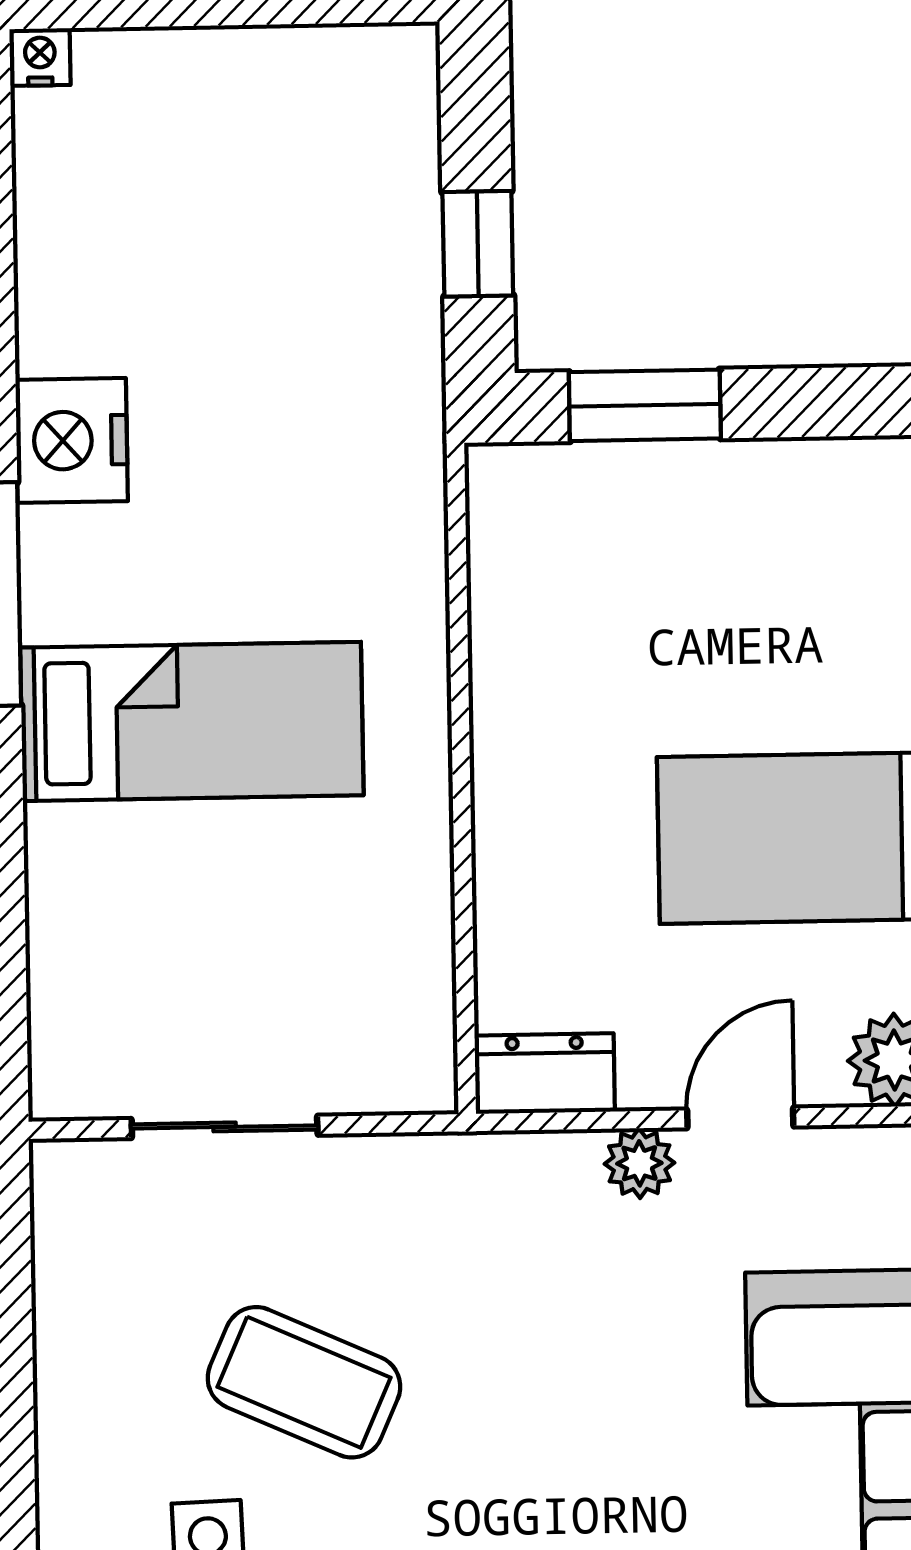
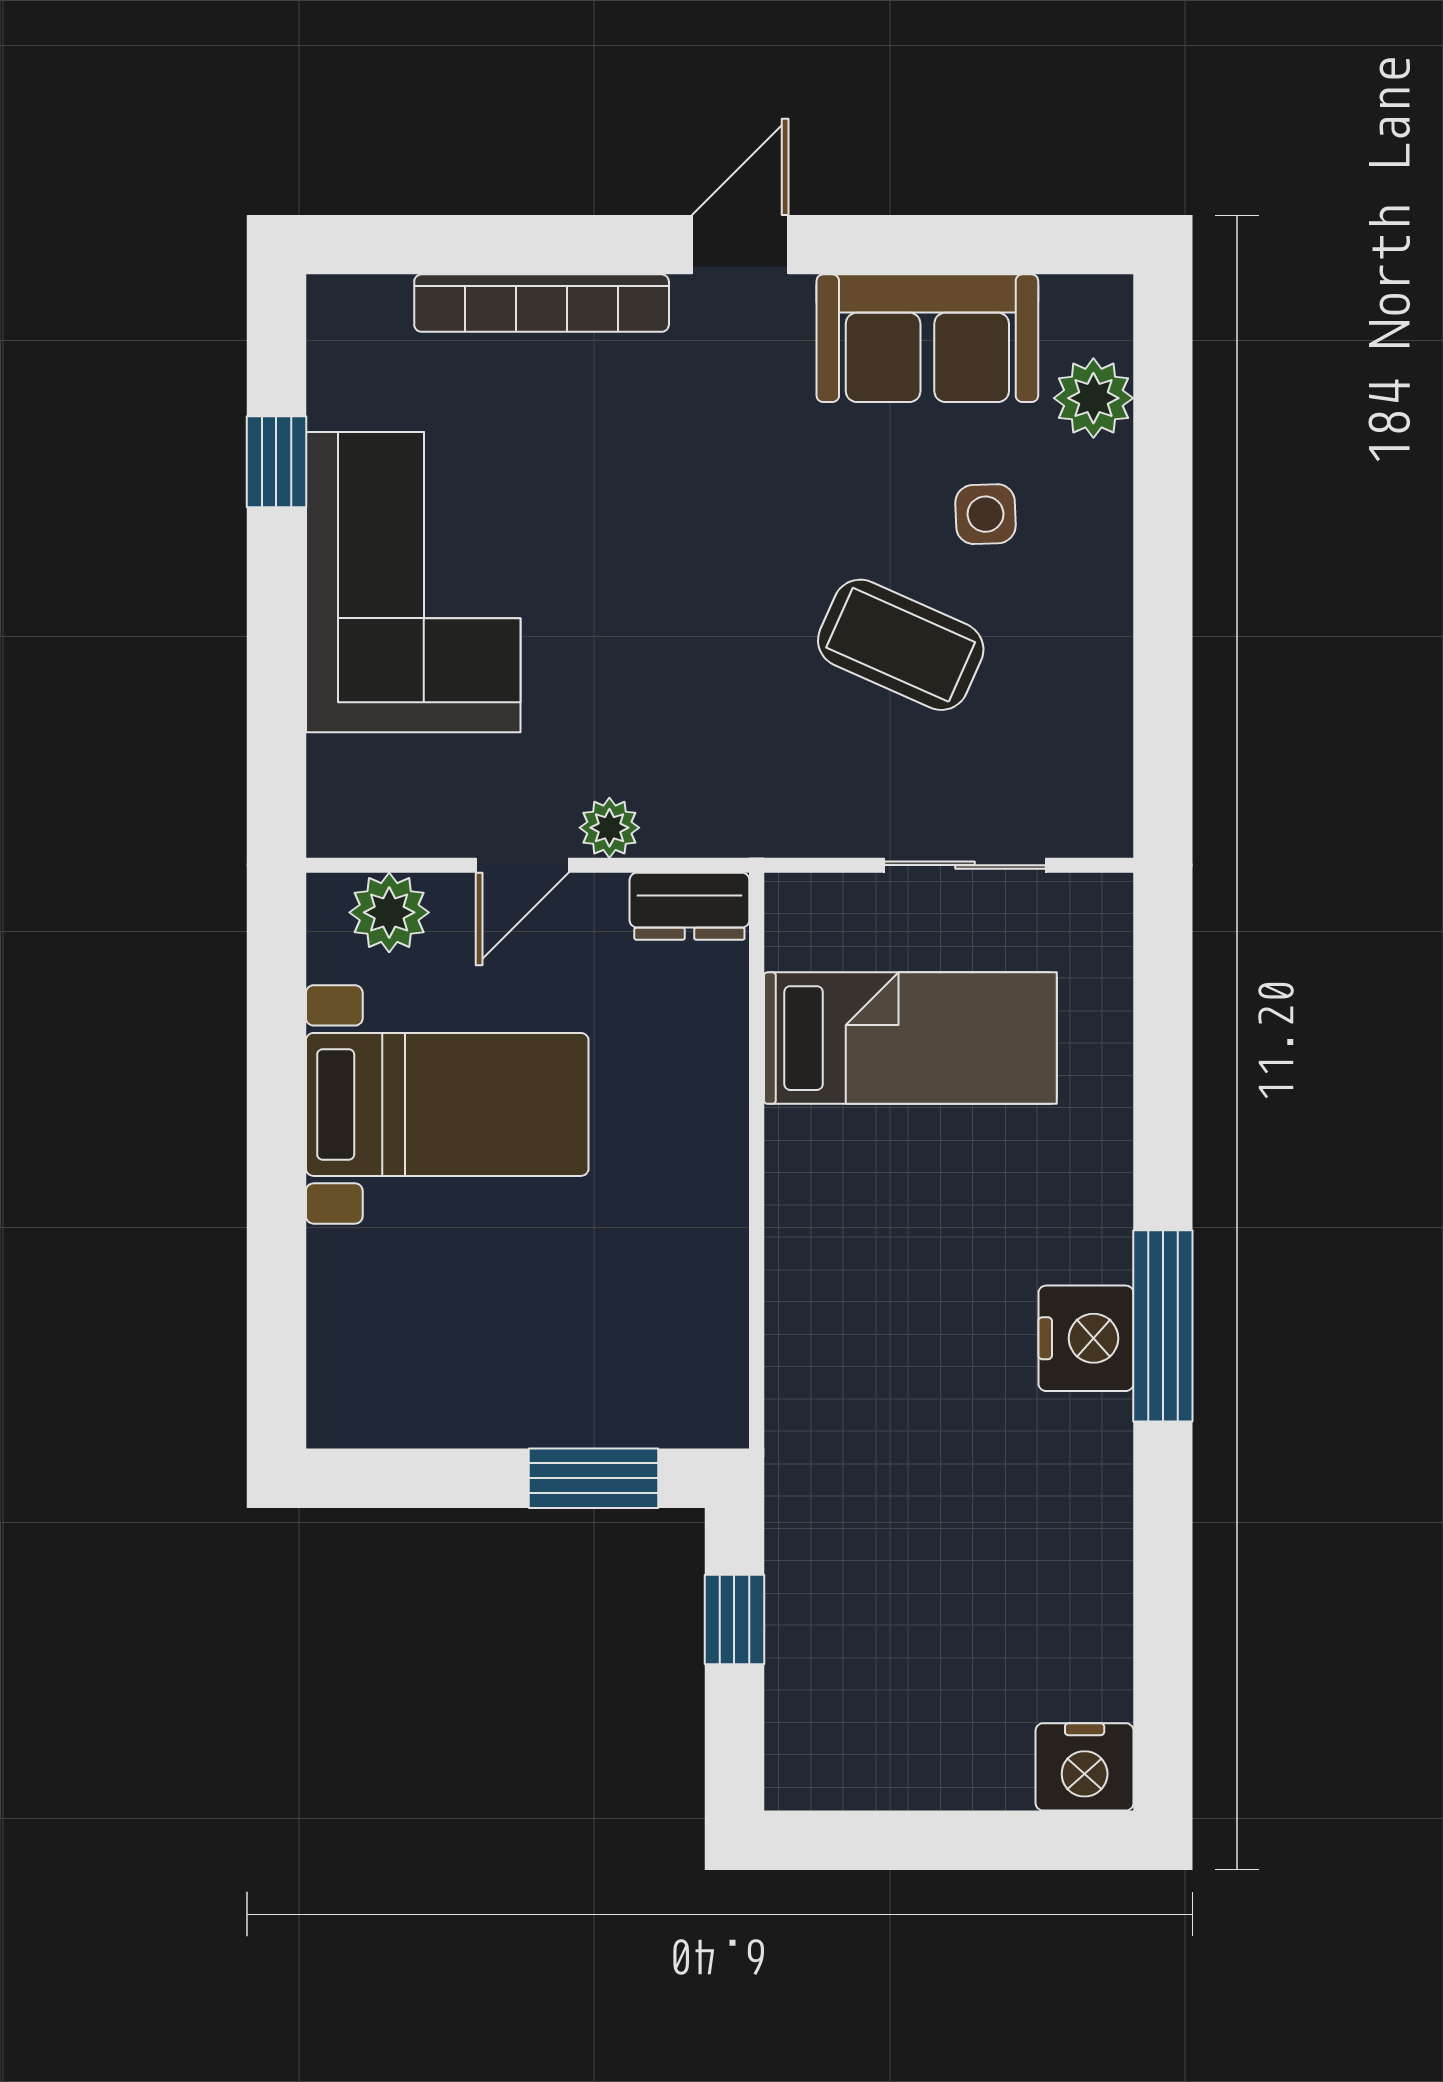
nightstand: (40, 57) -> (1085, 1767), width x1.89, depth x1.79
nightstand: (72, 440) -> (1086, 1338), moved
bed: (192, 721) -> (910, 1038), moved, turned 180

